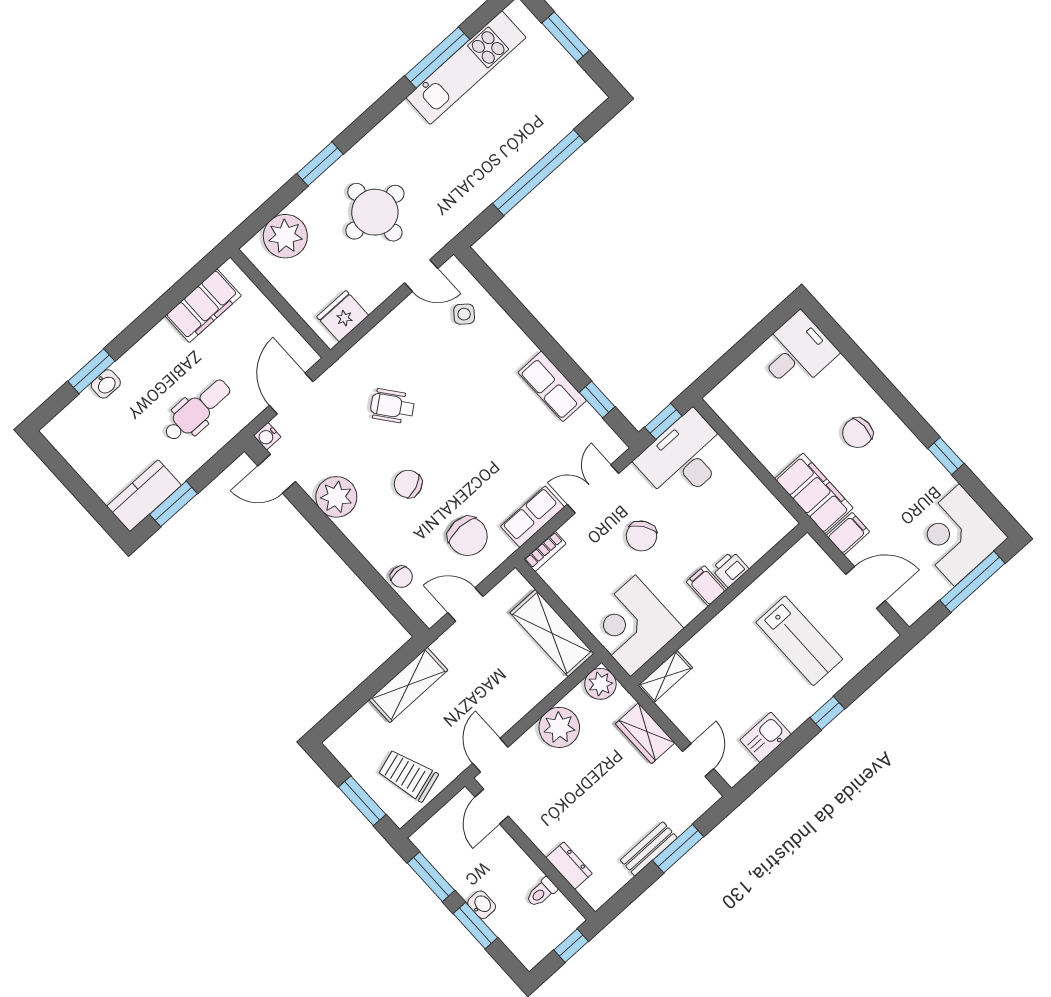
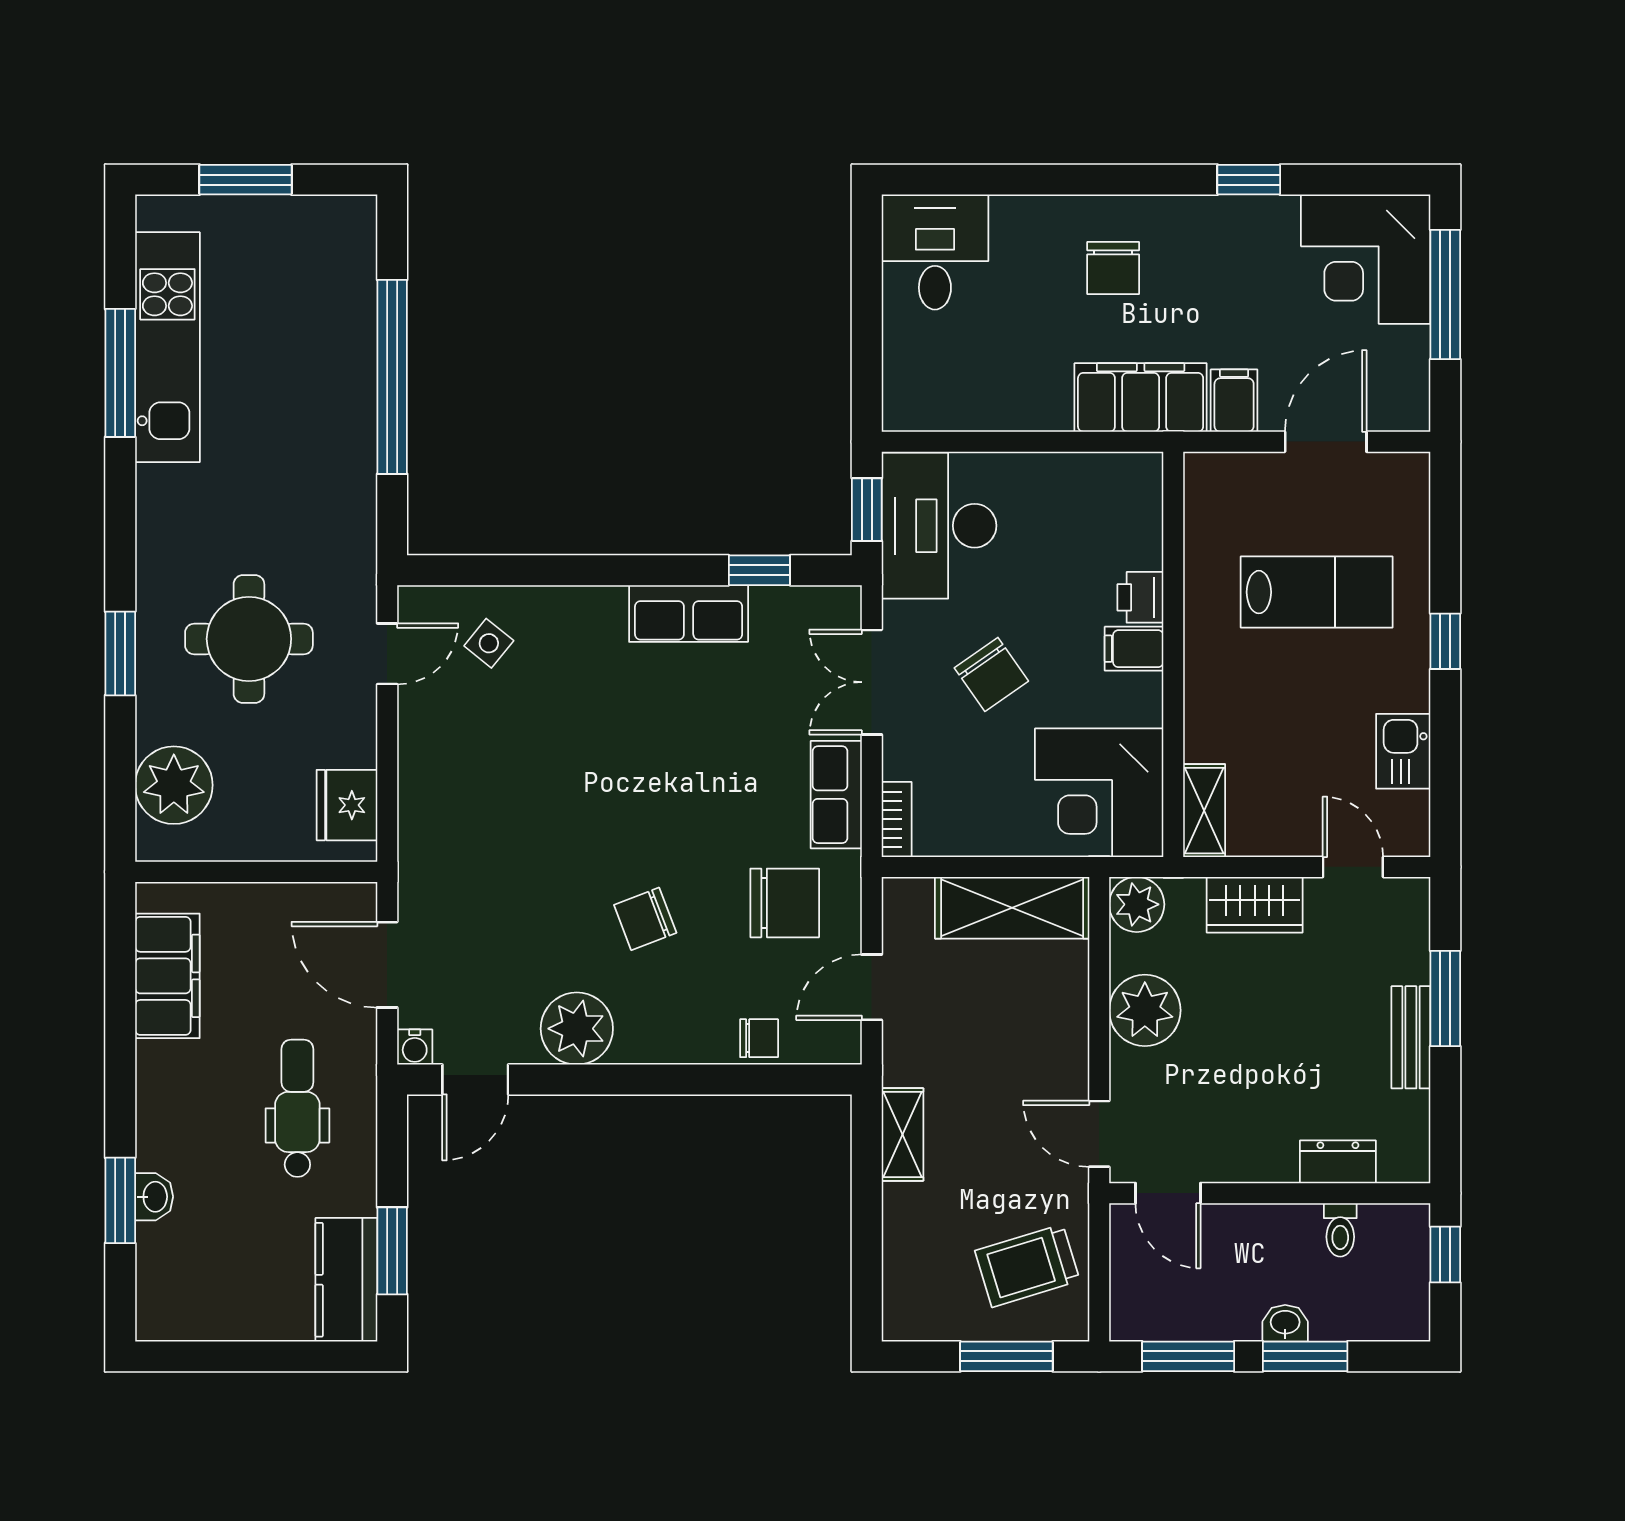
wheelchair: (392, 406) -> (524, 847), removed
shelving: (408, 685) -> (902, 1135), width x0.67, depth x0.75

